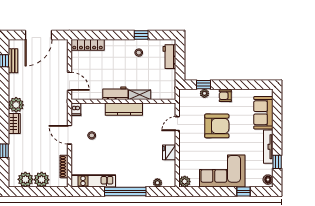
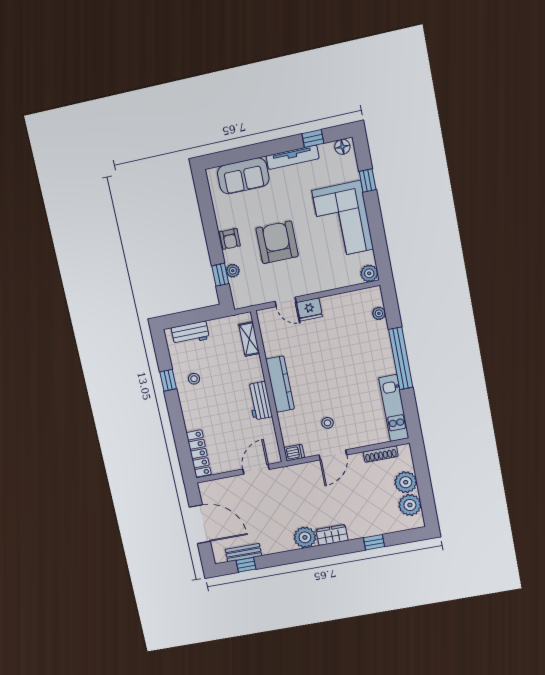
shelving: (140, 95) -> (249, 339), moved
fridge: (169, 152) -> (309, 309), moved

